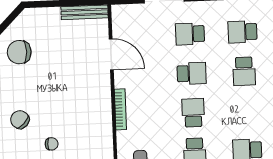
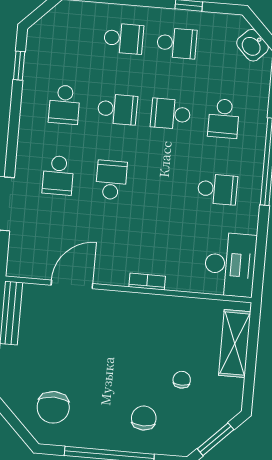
bookcase: (120, 109) -> (147, 282), width x0.64
school desk: (193, 113) -> (171, 114), moved
chair: (20, 120) -> (144, 418), turned 136

